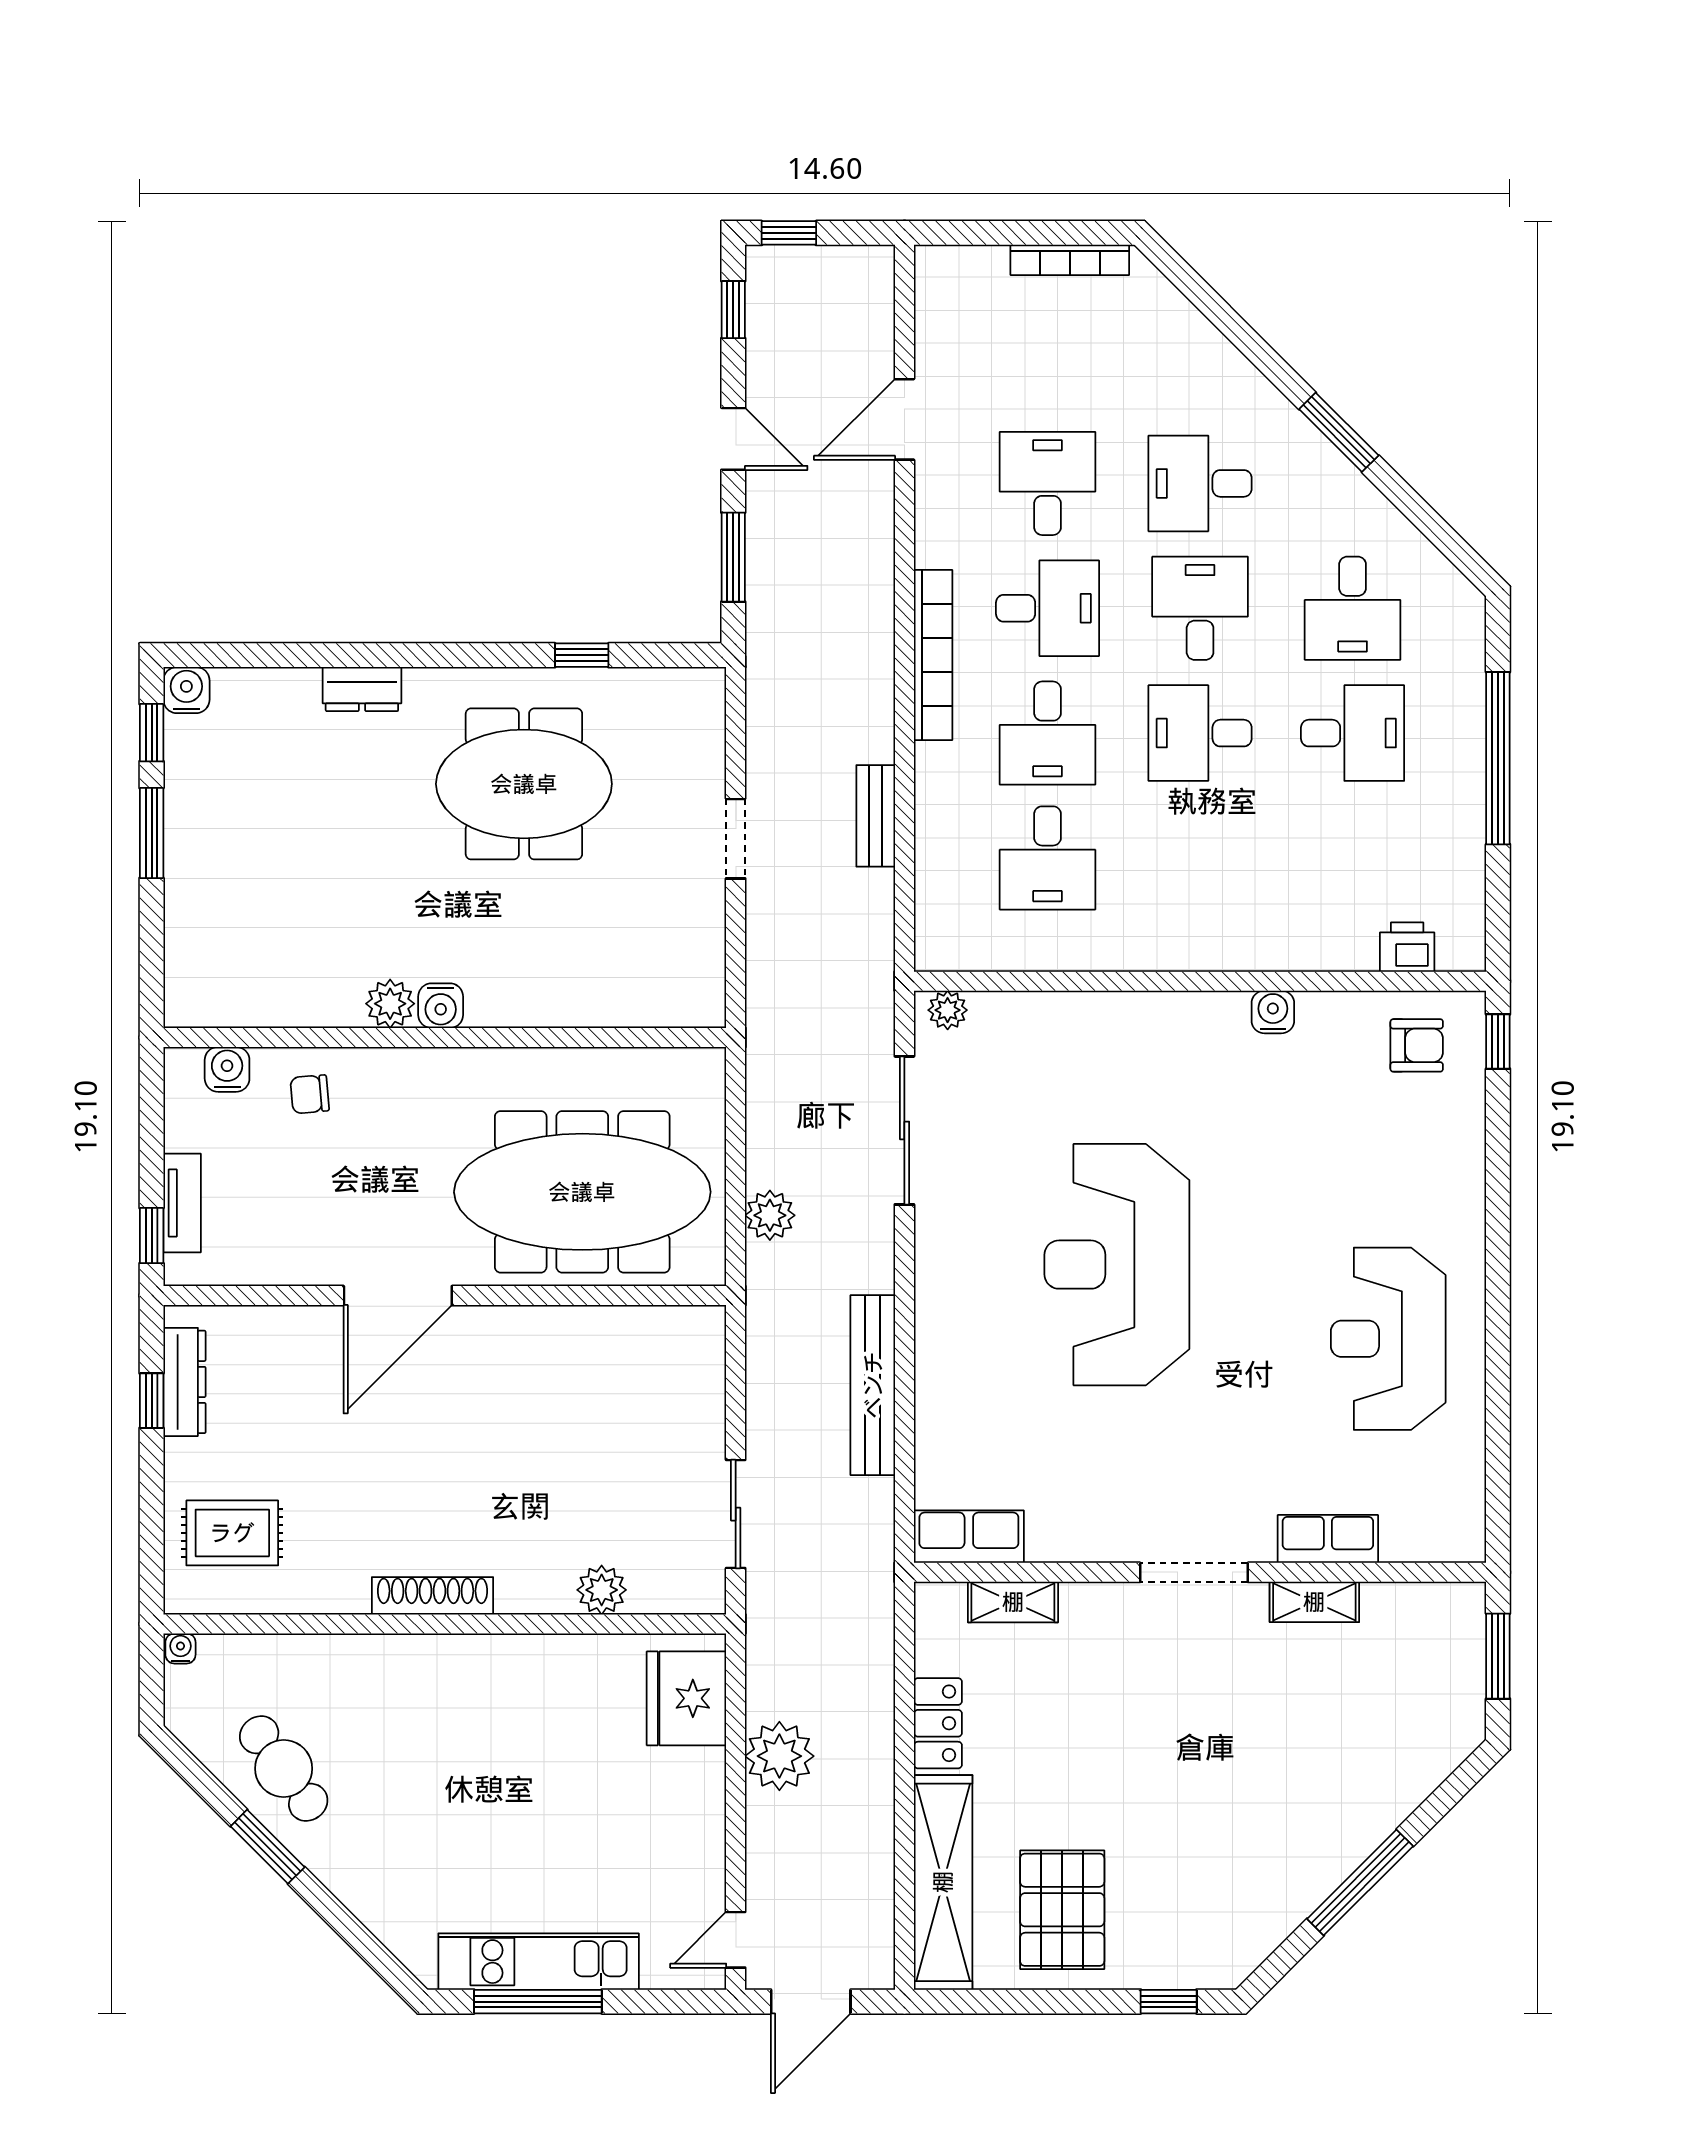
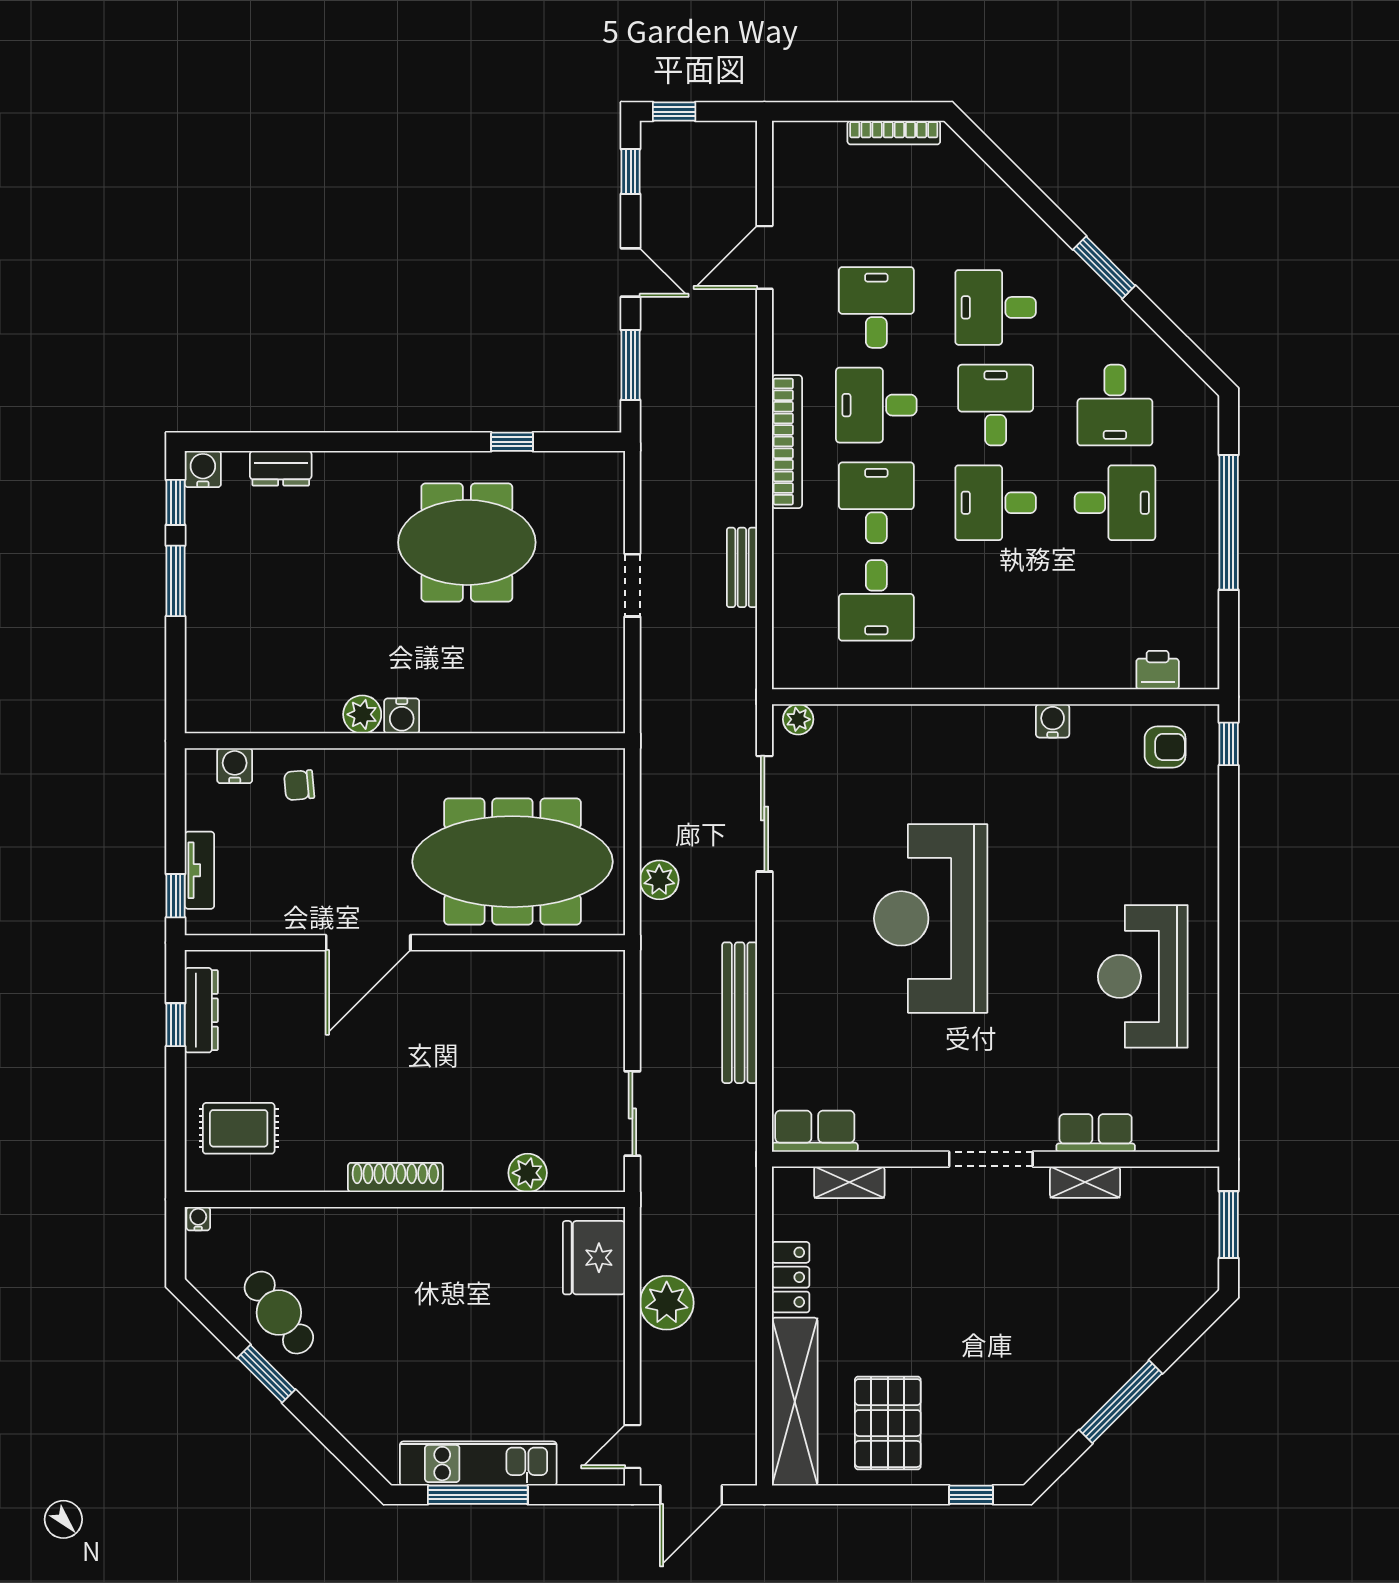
desk: (1048, 608) -> (876, 405), turned 180
dresser: (362, 689) -> (281, 468), moved
desk: (1048, 733) -> (876, 503), turned 180

